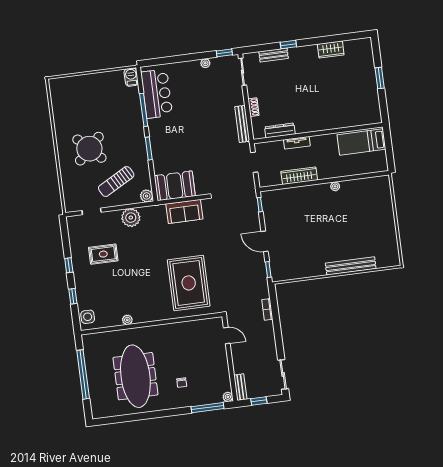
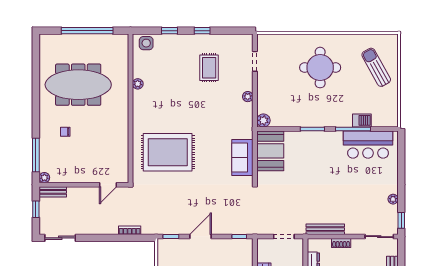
barbecue: (131, 77) -> (362, 120), moved
round table: (89, 149) -> (320, 68), turned 45
sun lounger: (116, 182) -> (376, 67), moved
plant: (131, 218) -> (248, 97), width x0.53, depth x0.53

